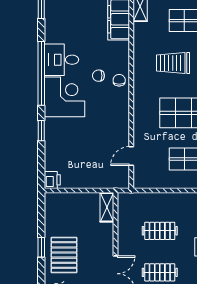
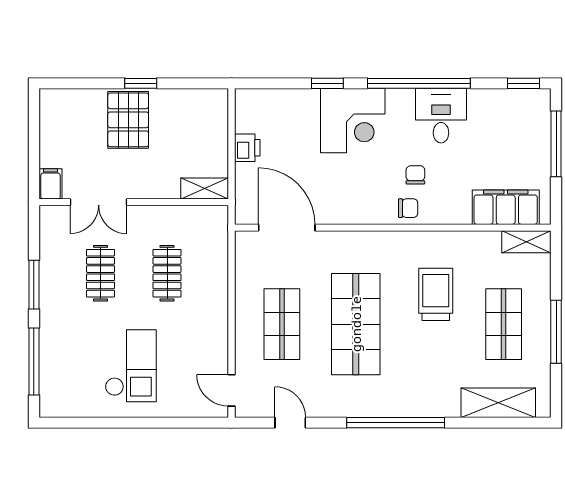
corner desk: (64, 97) -> (353, 121), moved
door: (131, 156) -> (287, 228), width x1.87
printer: (52, 180) -> (247, 148), moved, turned -90
pallet: (64, 255) -> (128, 120), turned 90

